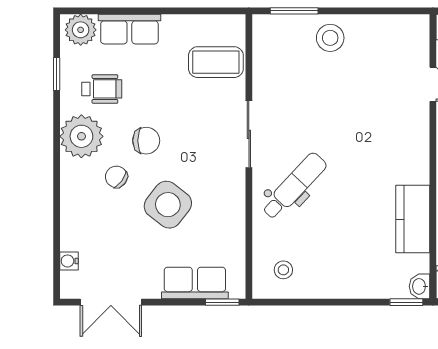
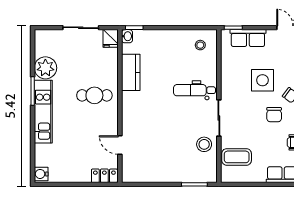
stool: (330, 38) -> (204, 144), moved
chair: (146, 141) -> (274, 115), turned -90
dental chair: (294, 186) -> (194, 90), turned 47
side table: (168, 205) -> (262, 80), turned -38

